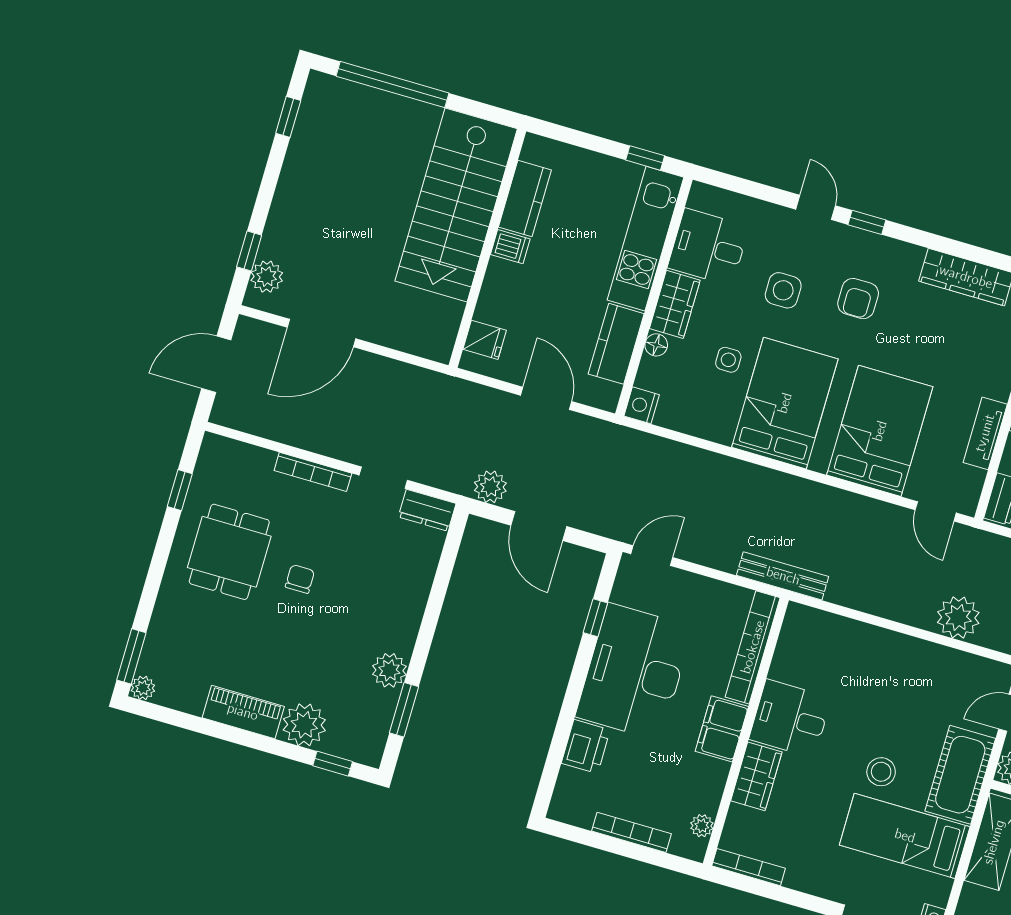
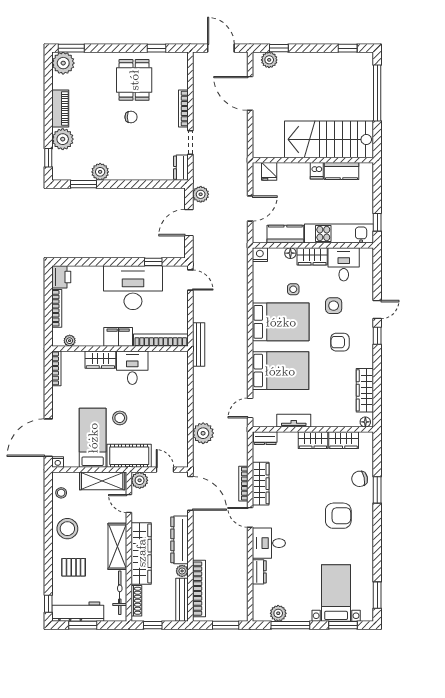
dining table: (229, 552) -> (134, 80), turned 90
plant: (143, 688) -> (63, 63), width x1.88, depth x1.88
printer: (586, 747) -> (61, 277), moved, turned -90

